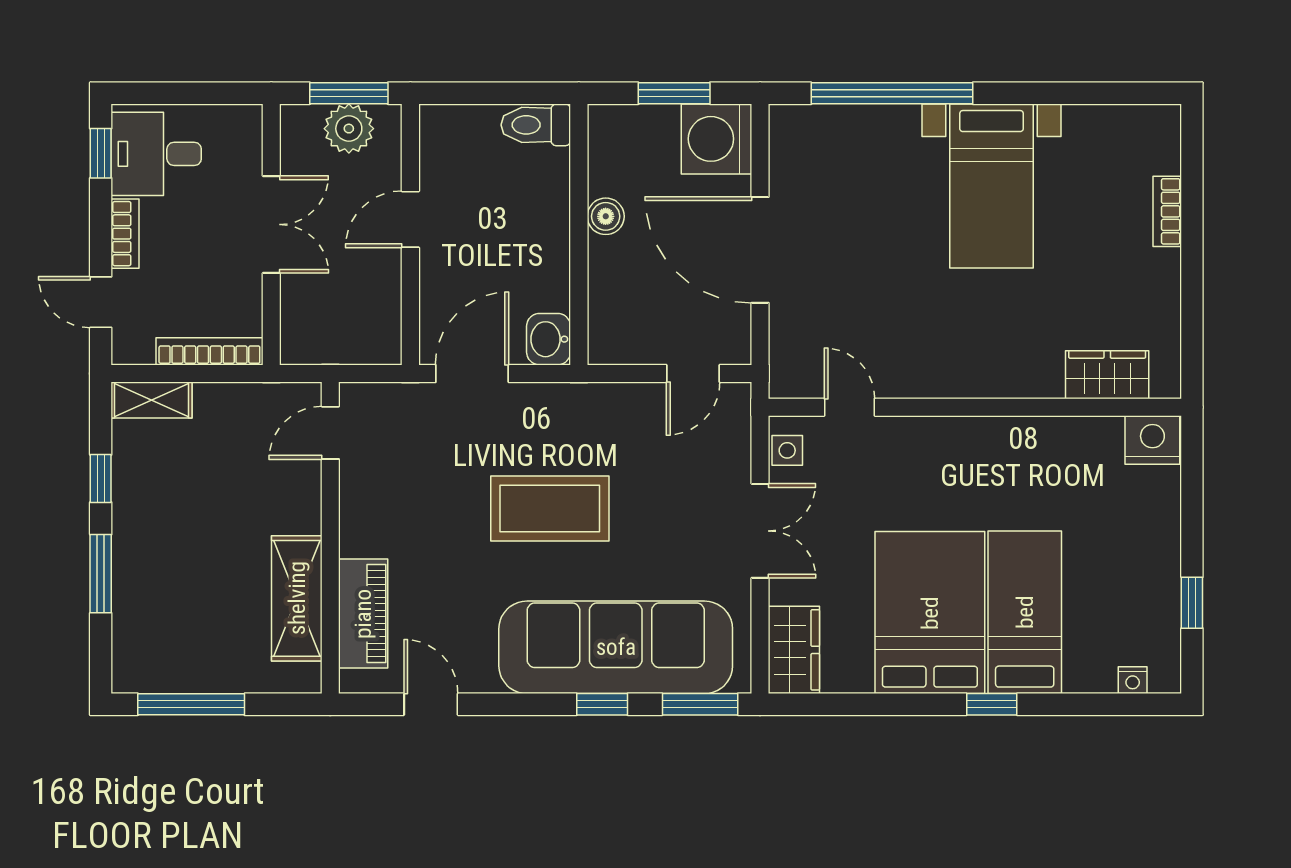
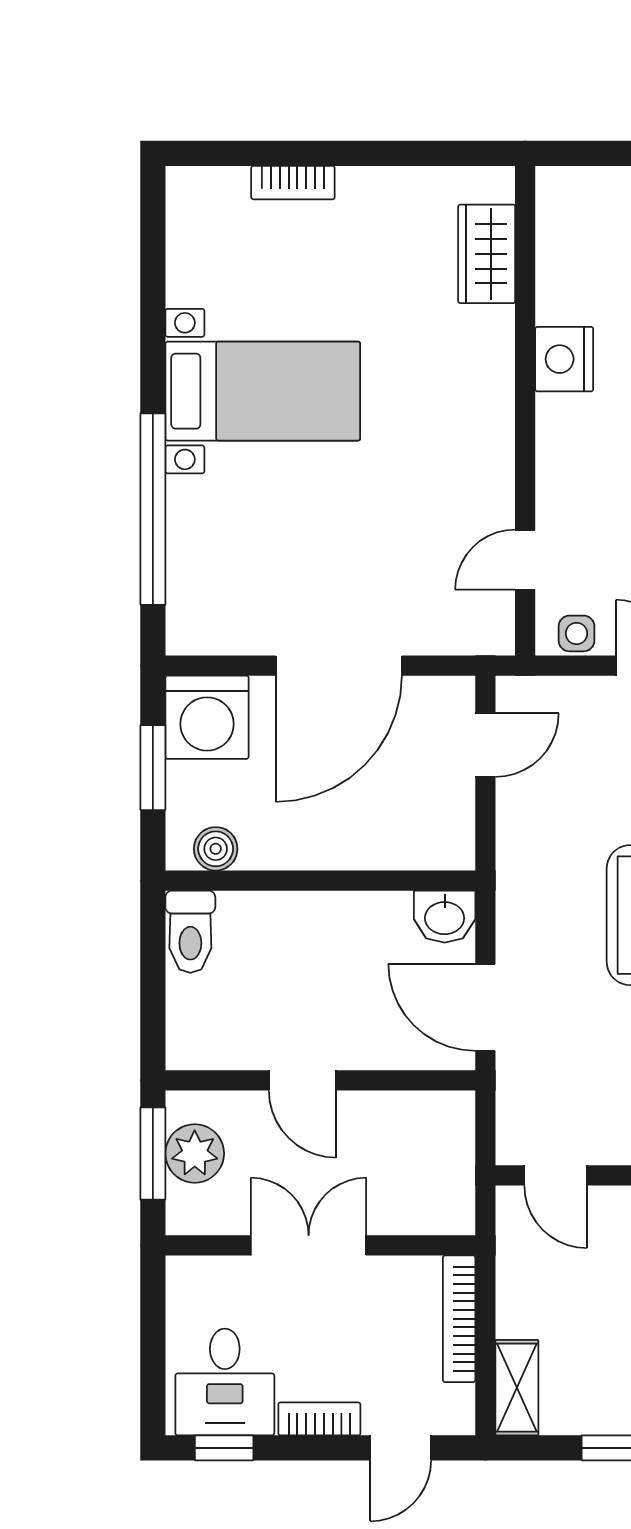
boiler: (606, 216) -> (216, 849), moved
door: (693, 373) -> (485, 745), hinge flipped
nightstand: (1152, 440) -> (564, 359), moved

